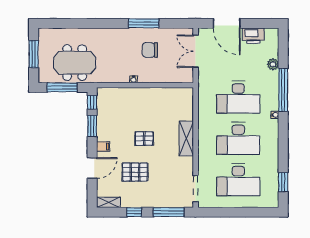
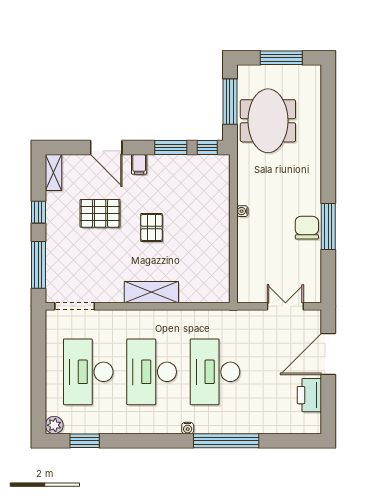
chair: (150, 50) -> (307, 228), moved
double door: (196, 51) -> (285, 306), width x0.73
plant: (273, 64) -> (54, 425), moved
pallet: (135, 172) -> (100, 213), turned 90

